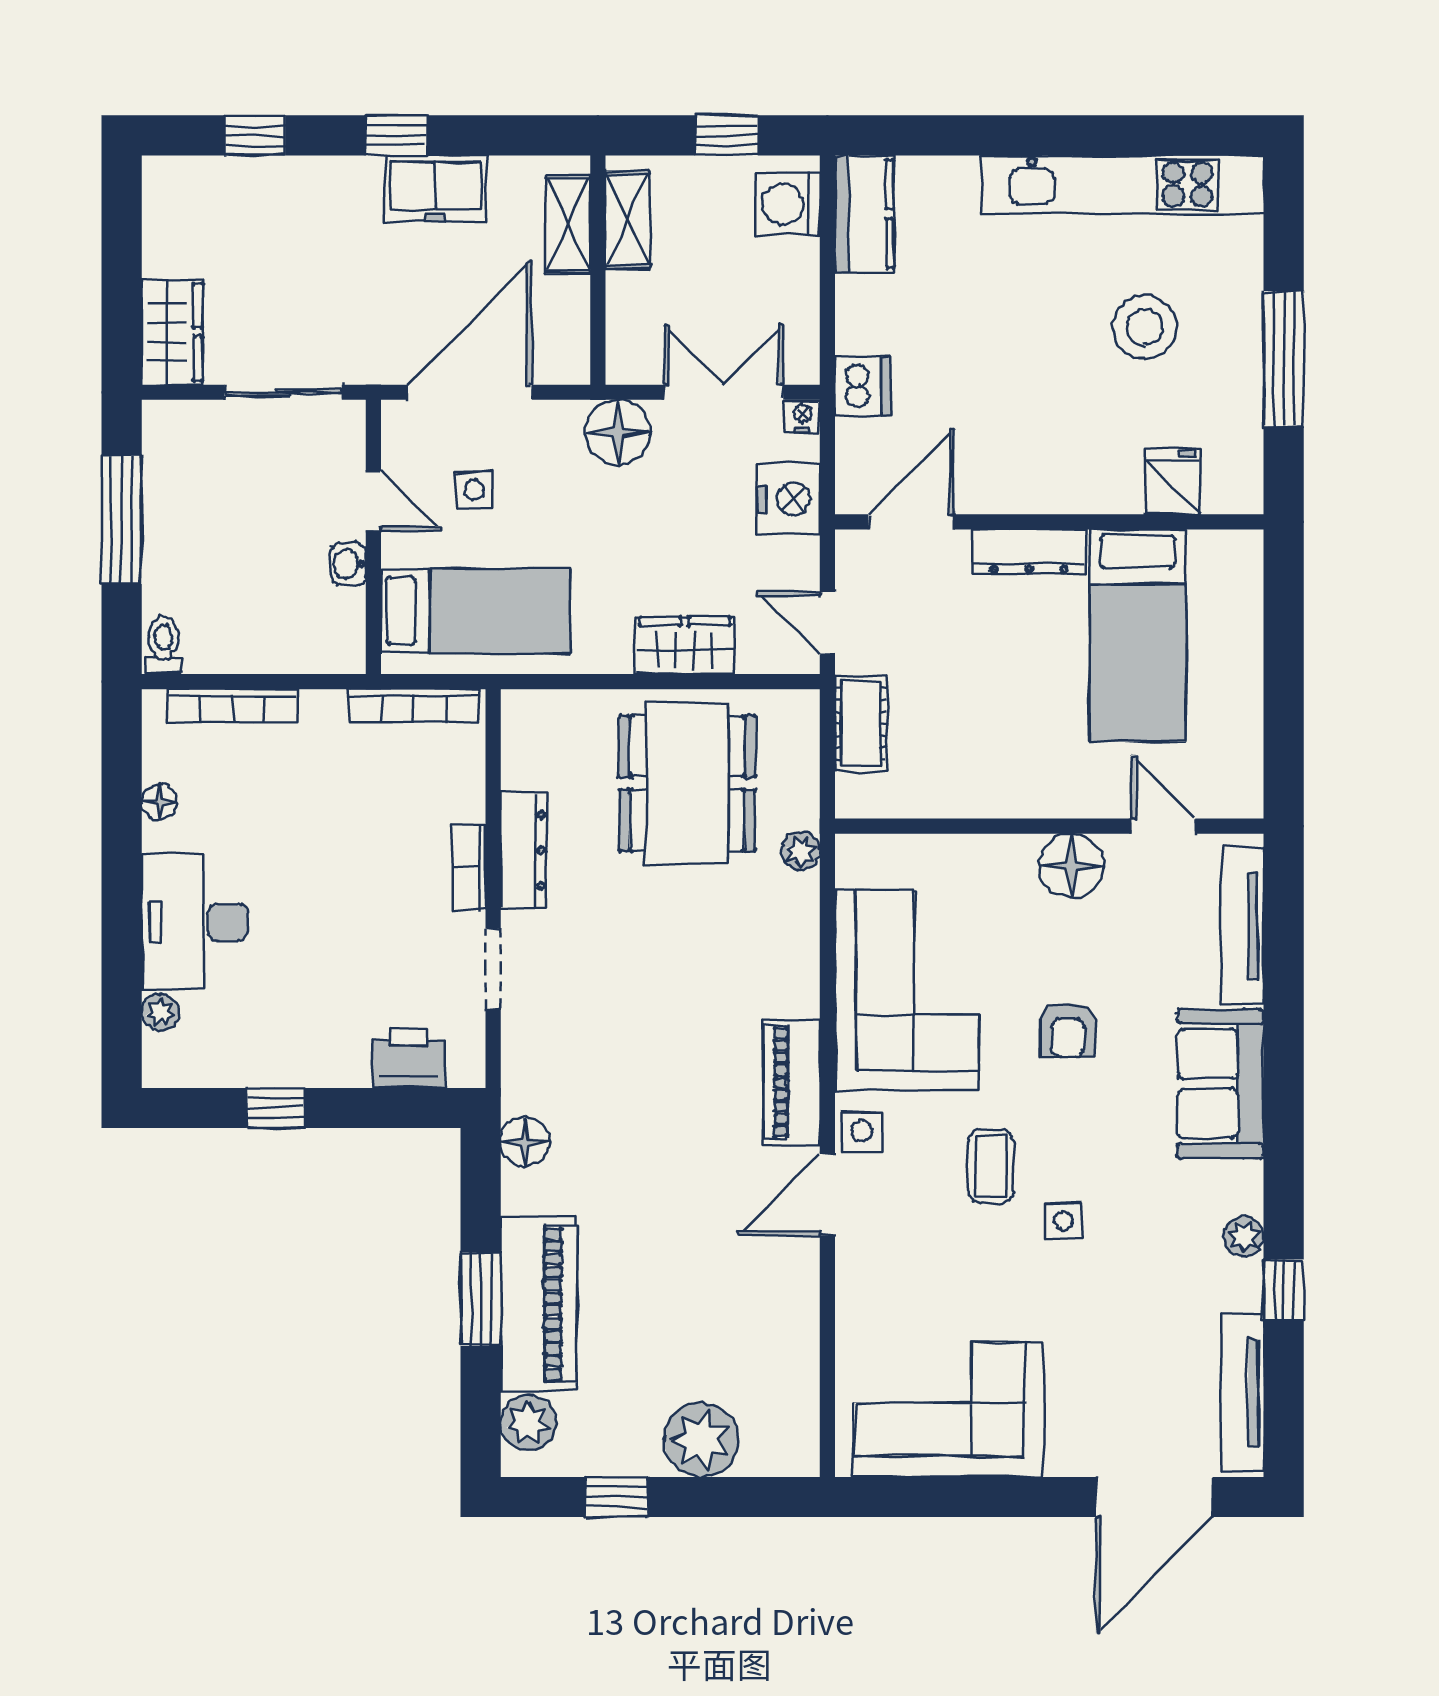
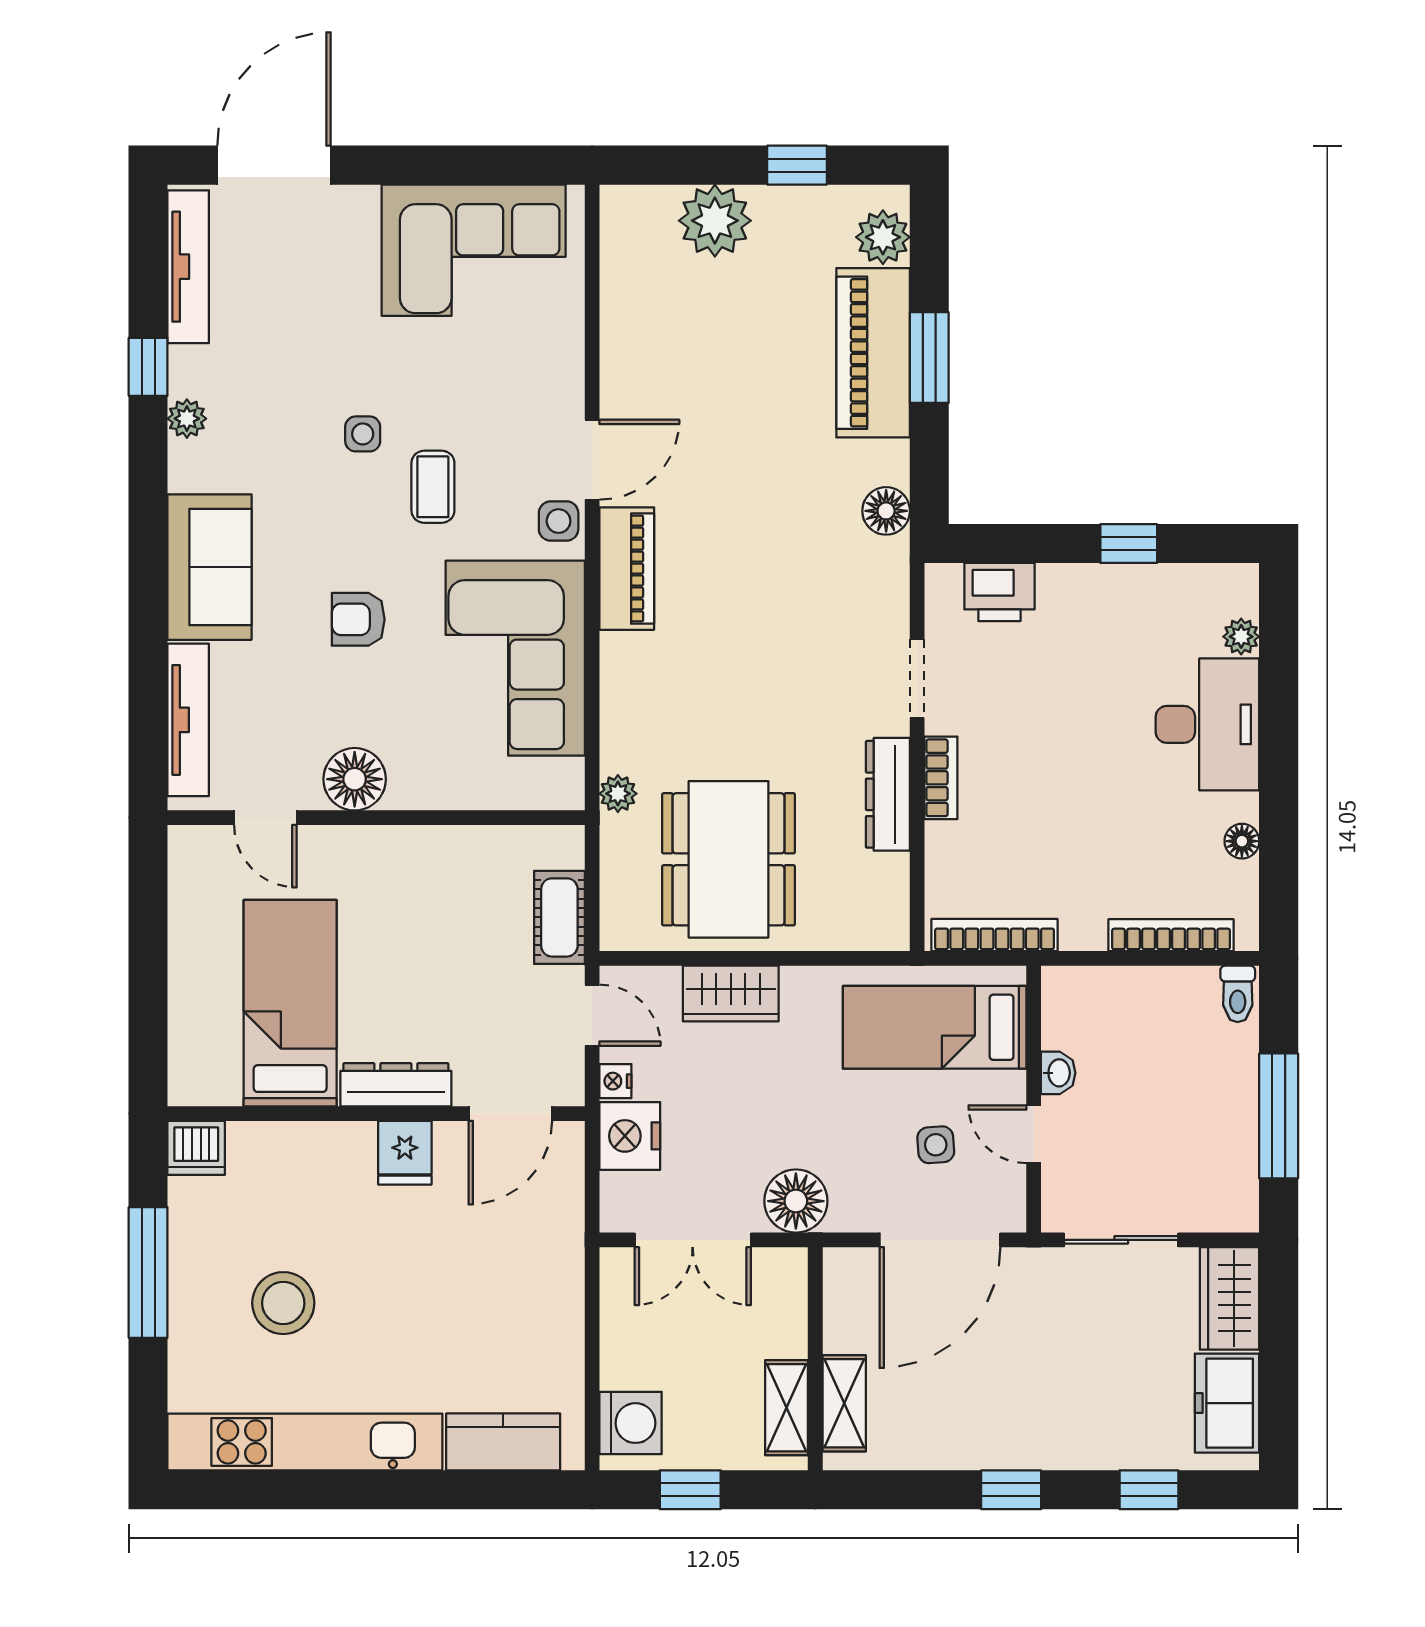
freezer: (436, 188) -> (1227, 1403), moved, turned -90
kitchen counter: (864, 214) -> (503, 1442), moved, turned 90
dishwasher: (862, 386) -> (196, 1148), moved, turned -90
nightstand: (802, 416) -> (615, 1081), moved, turned 90
fridge: (1173, 482) -> (405, 1153), moved
armchair: (1068, 1030) -> (358, 619), turned -90

